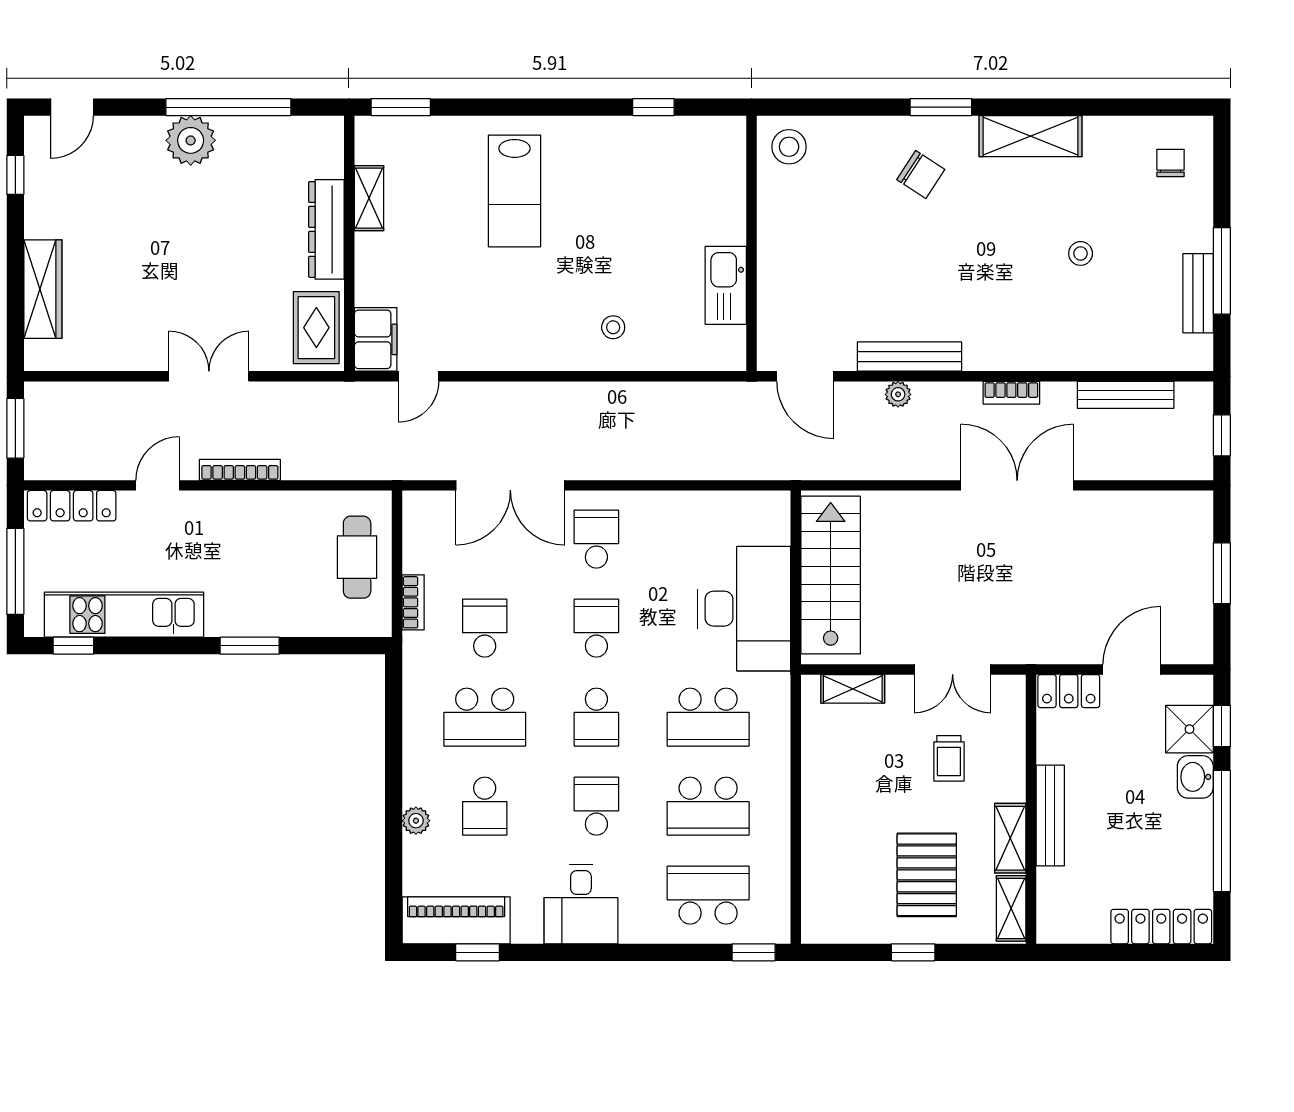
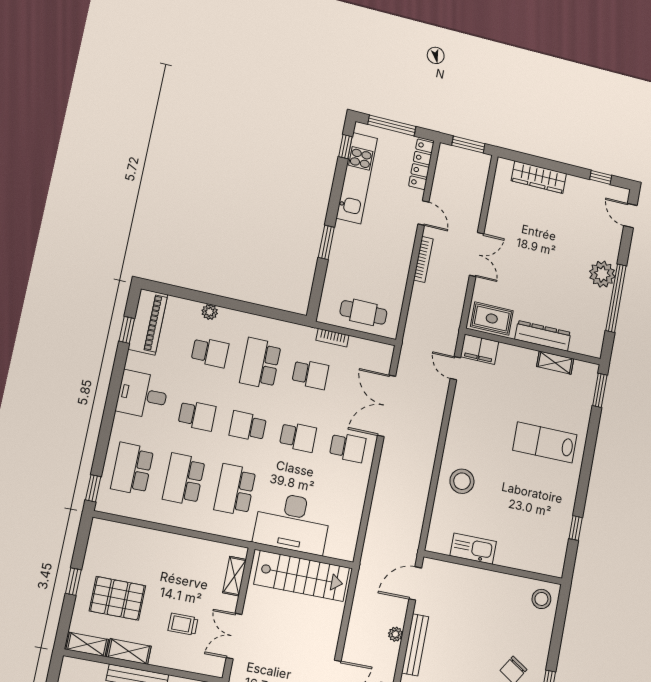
stool: (613, 327) -> (462, 481), width x1.89, depth x1.89
school desk: (485, 806) -> (210, 352), turned 180
school desk: (708, 895) -> (132, 469), turned 180

